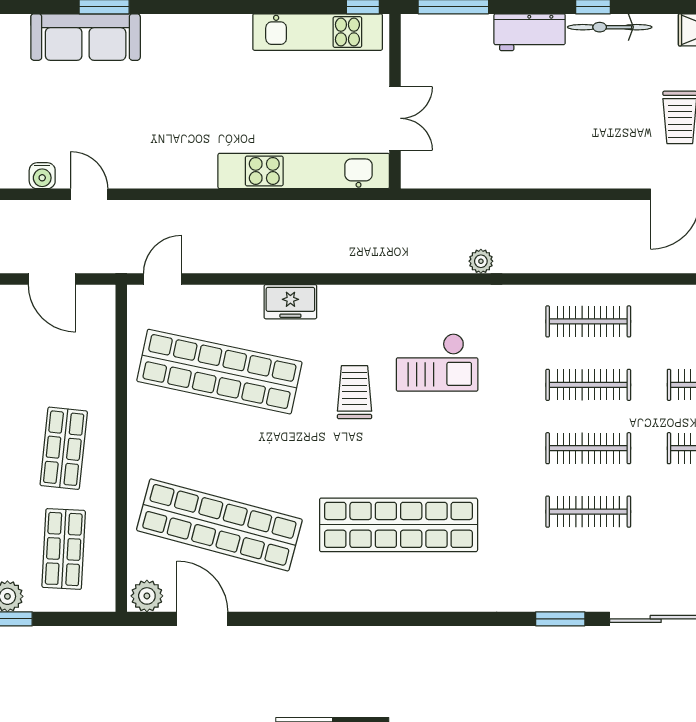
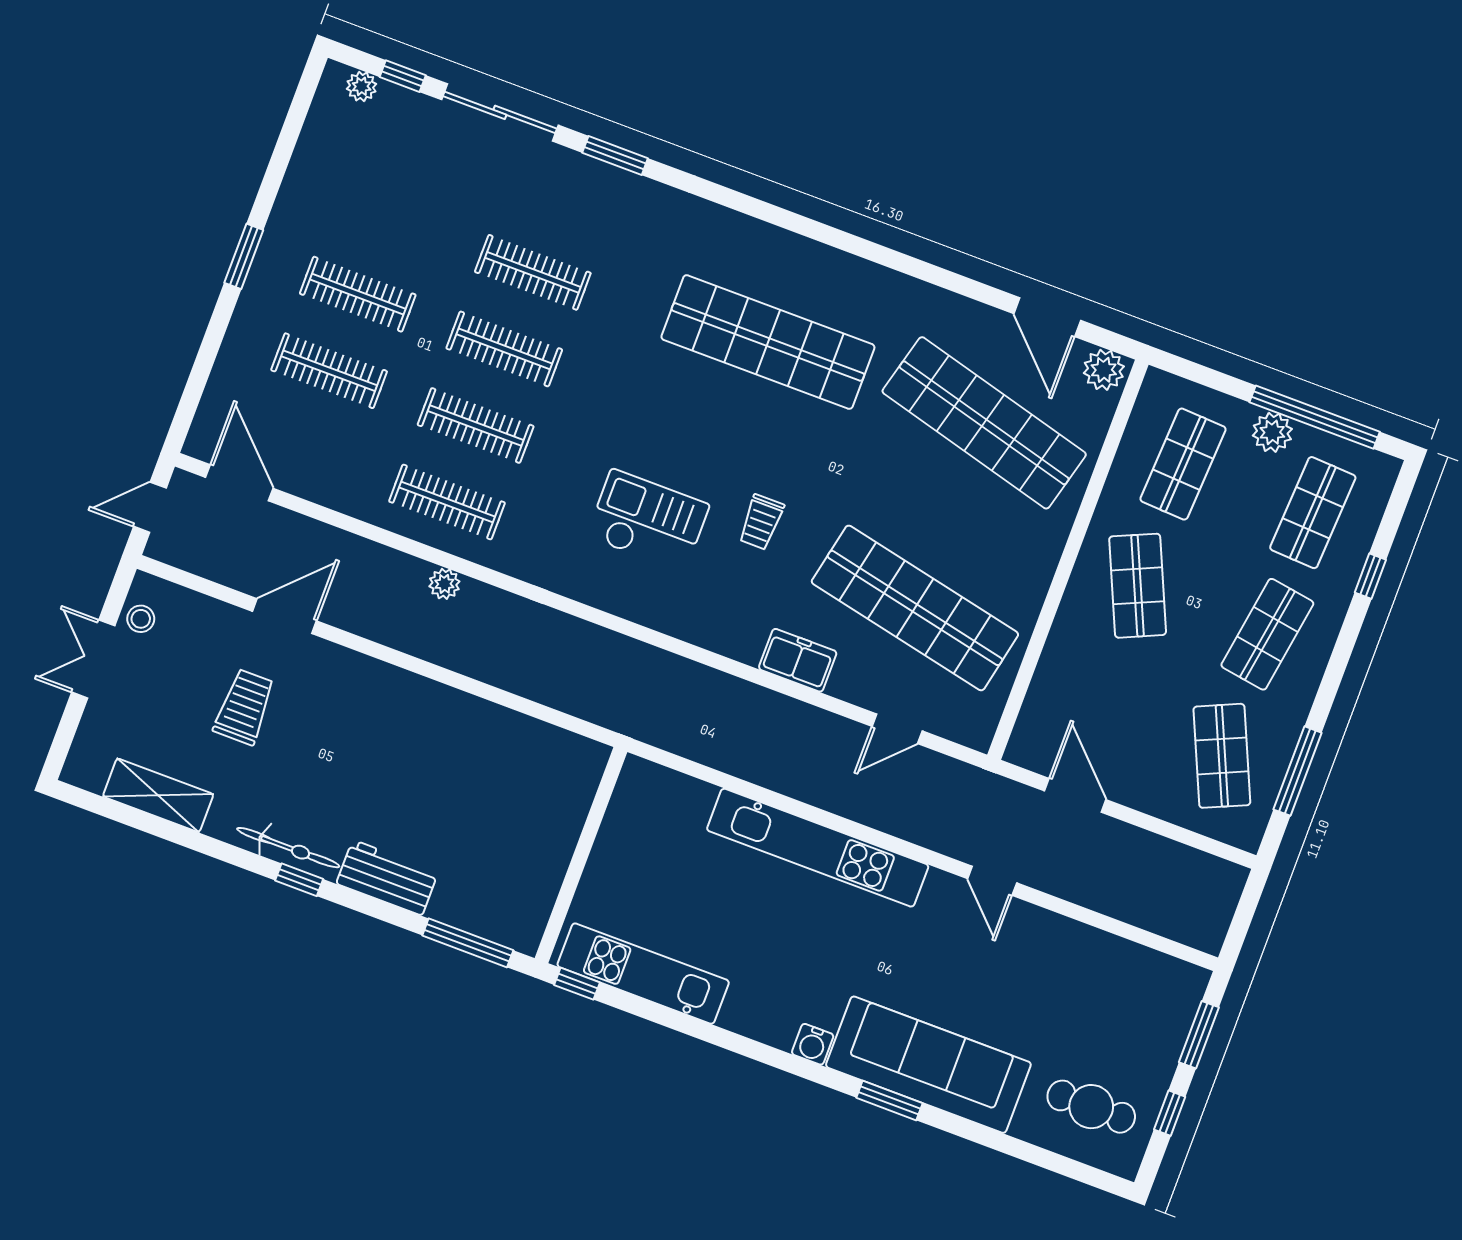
sofa: (86, 37) -> (928, 1065), width x1.36, depth x1.27
double door: (395, 118) -> (589, 834), removed
kitchen unit: (304, 171) -> (818, 848), moved
water cooler: (42, 176) -> (813, 1044), moved, turned 180
plant: (481, 261) -> (444, 584), moved
door: (162, 279) -> (897, 729), moved
trolley: (355, 392) -> (761, 522), width x0.73, depth x0.72
shop shelf: (64, 448) -> (1138, 586), turned -30

